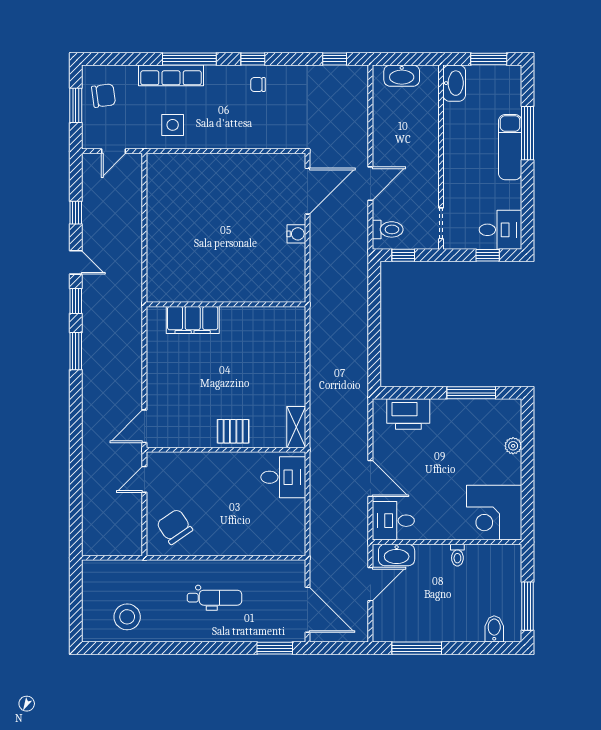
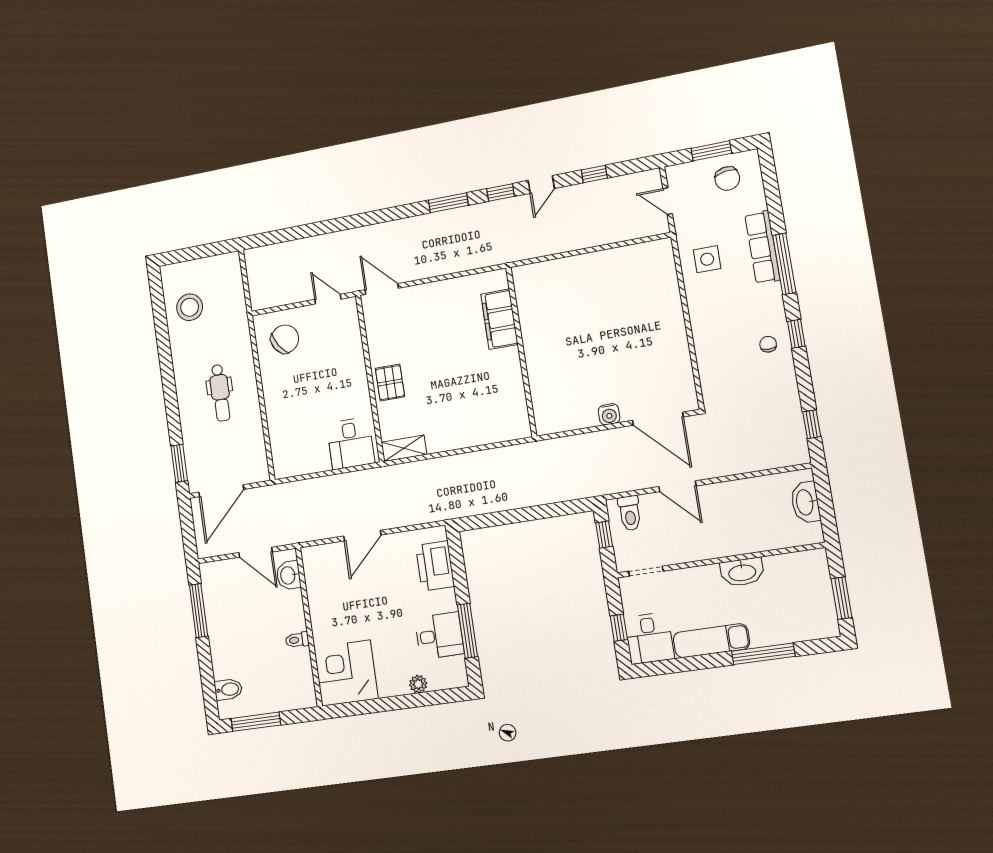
washbasin: (454, 83) -> (742, 572), moved
exam couch: (510, 147) -> (711, 641), moved
desk: (393, 521) -> (439, 636), moved, turned 90
washbasin: (397, 555) -> (288, 575), width x0.72

